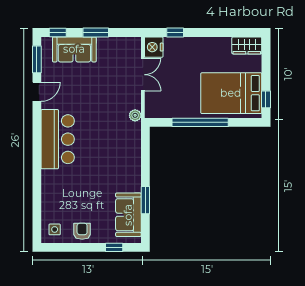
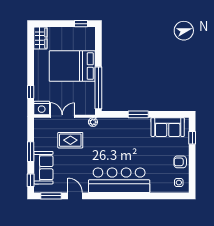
rug: (111, 85) -> (70, 140), added
bed: (231, 93) -> (72, 66), moved, turned 90
window: (200, 122) -> (98, 88), moved
bar counter: (58, 139) -> (119, 180), width x1.36
window: (145, 200) -> (138, 114), moved

